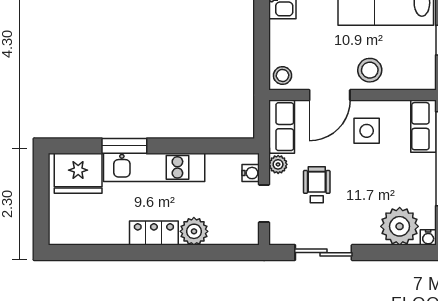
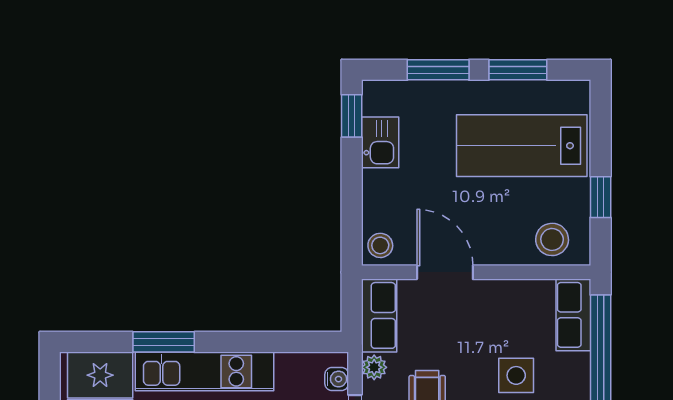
stool: (370, 70) -> (552, 239), moved
door: (330, 95) -> (445, 272), swing flipped
side table: (367, 131) -> (516, 375), moved

